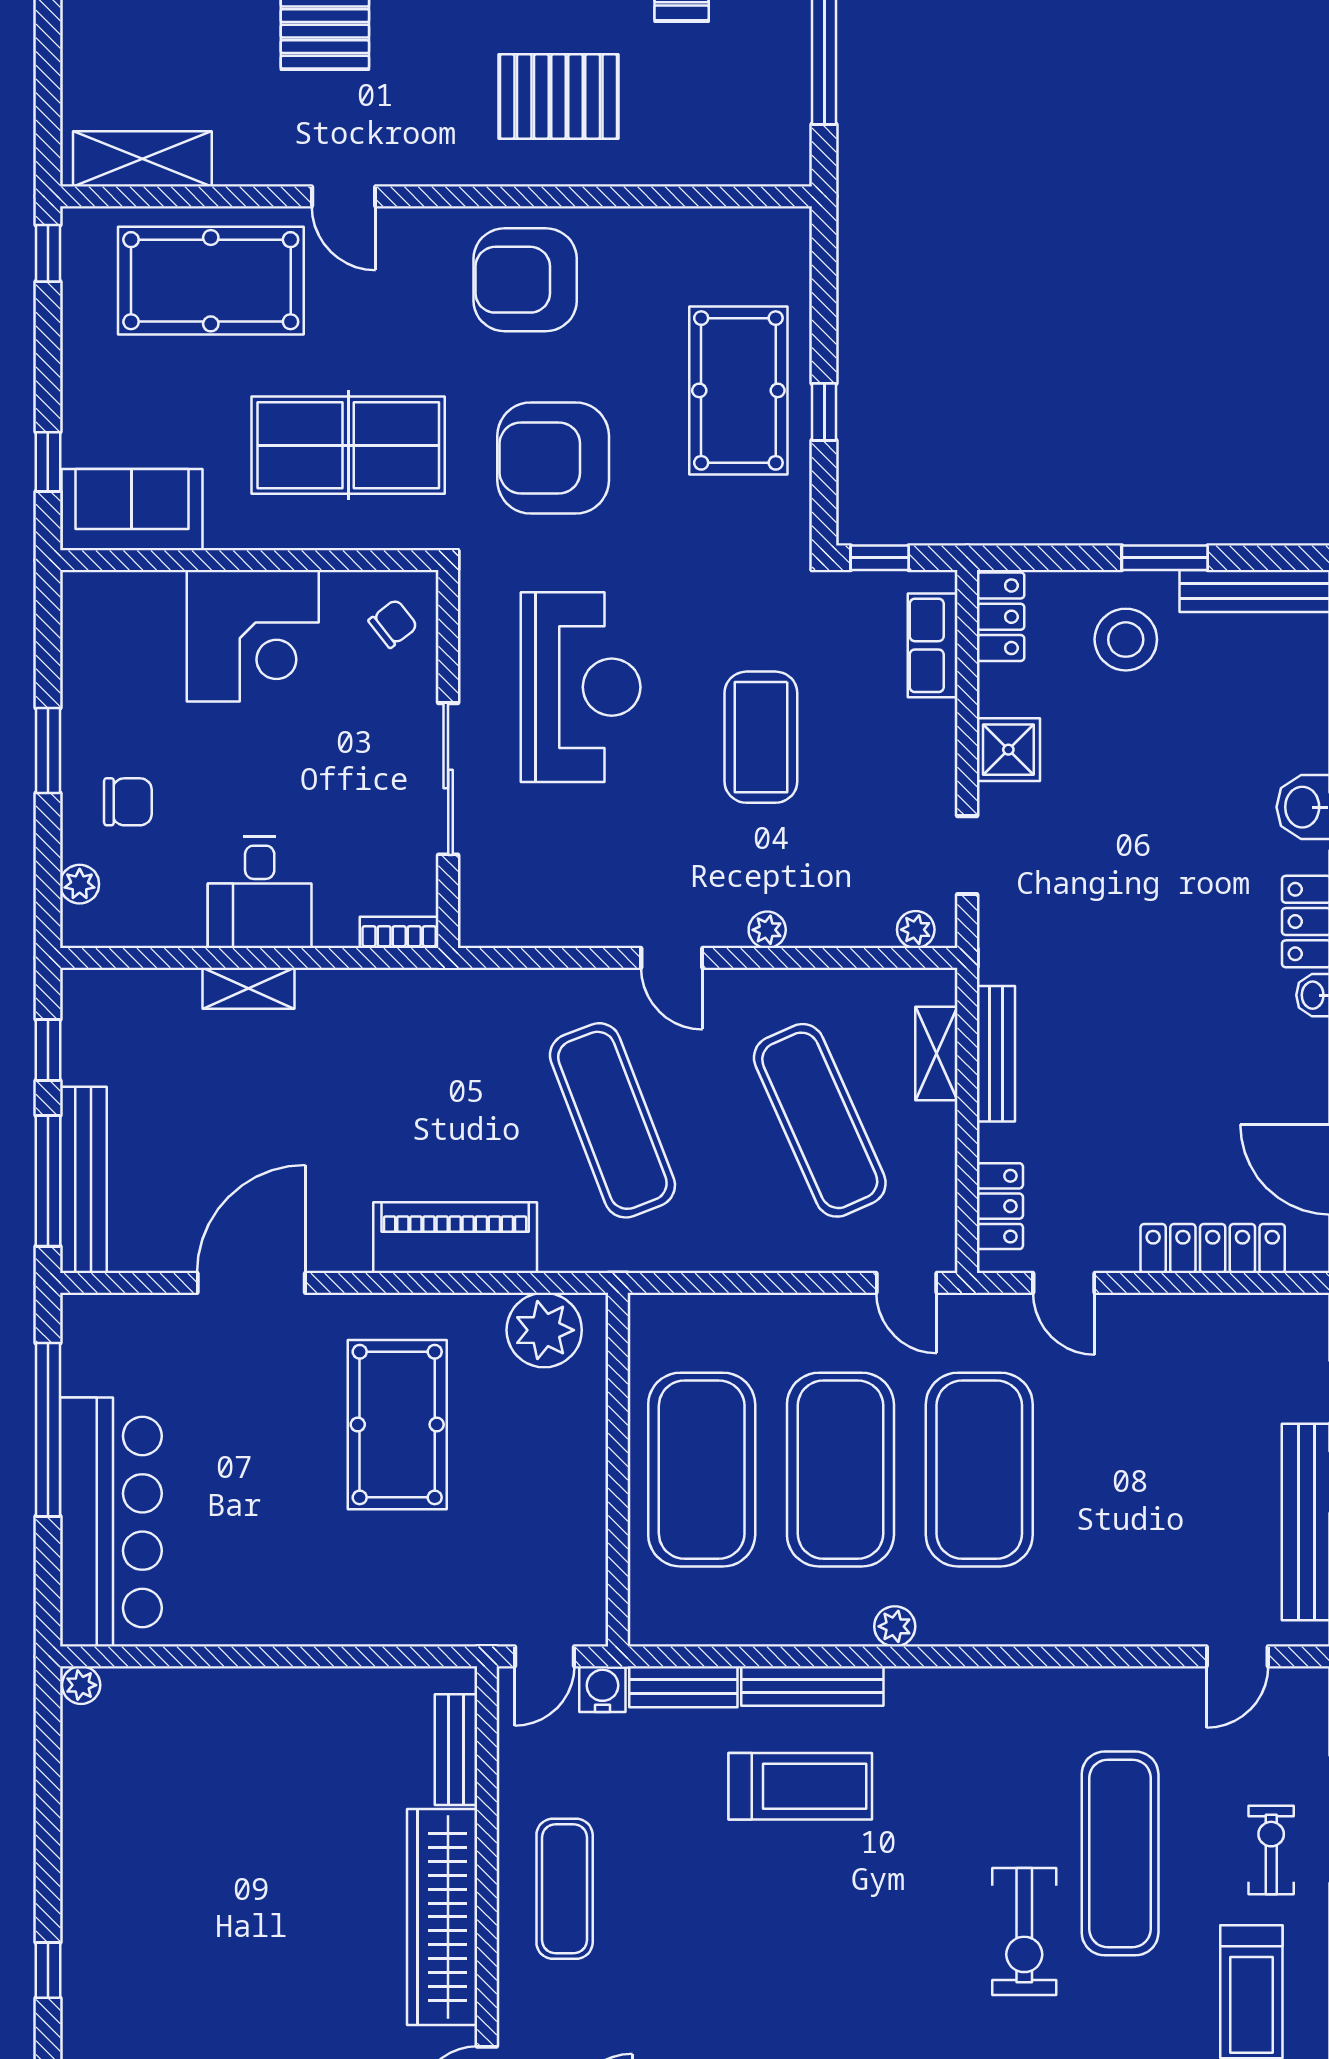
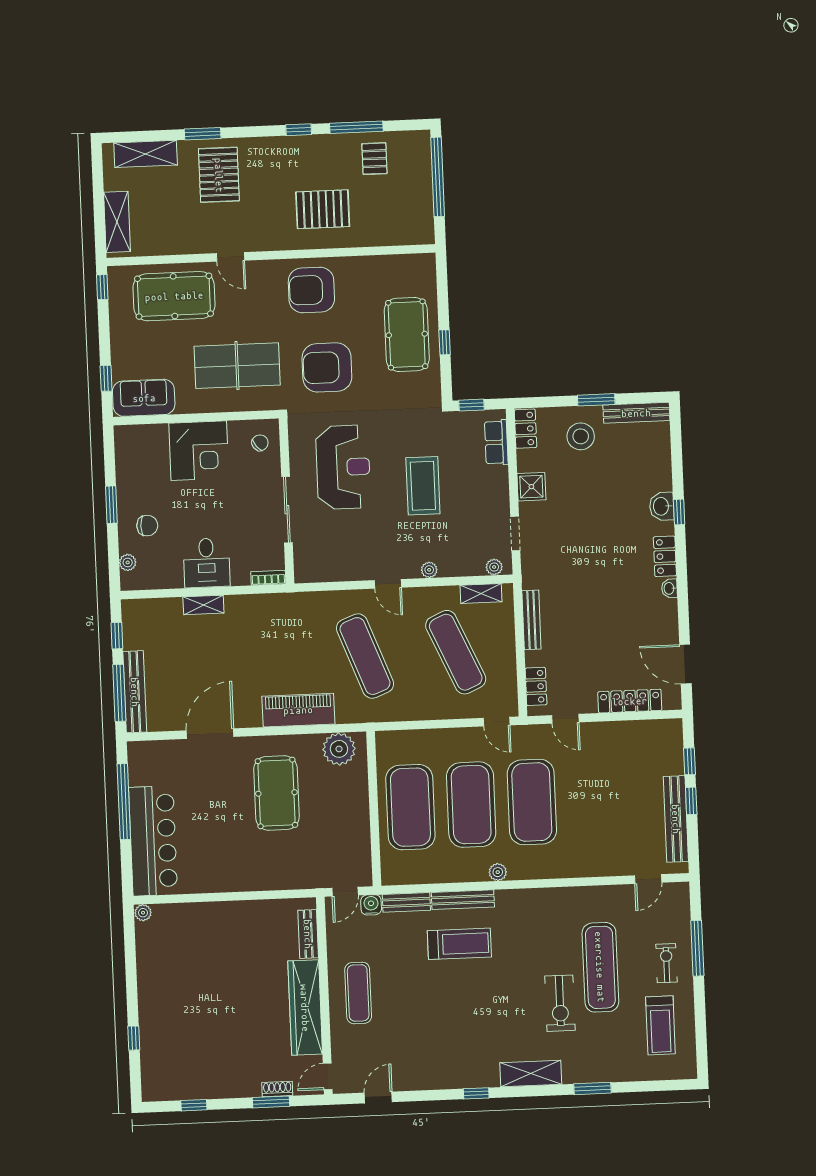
shelving: (142, 159) -> (117, 222), moved, turned 90
shelving: (936, 1053) -> (481, 593), moved, turned 90

